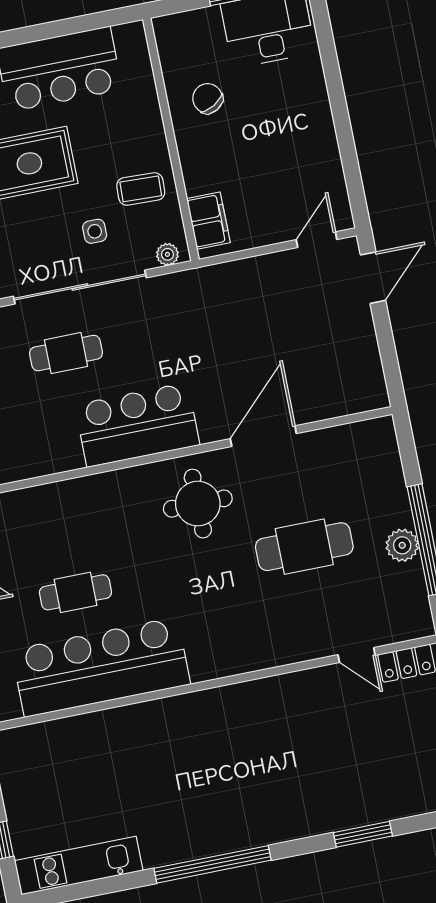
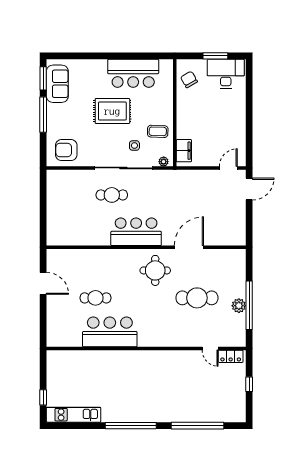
chair: (208, 98) -> (189, 79), moved
bar counter: (101, 667) -> (110, 332), width x0.73
window: (363, 834) -> (197, 426), width x2.11

